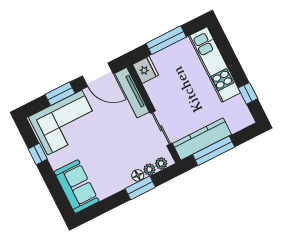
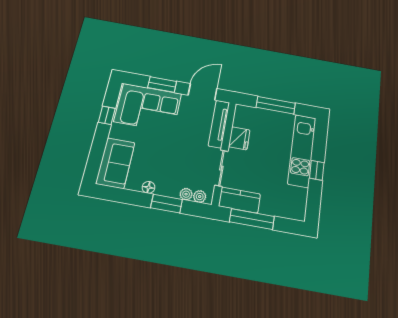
fridge: (146, 70) -> (239, 138), moved
door: (98, 75) -> (203, 92), swing flipped
window: (248, 93) -> (317, 170), moved
kitchen counter: (202, 139) -> (239, 200), width x0.67
floor lamp: (138, 175) -> (149, 187), moved

